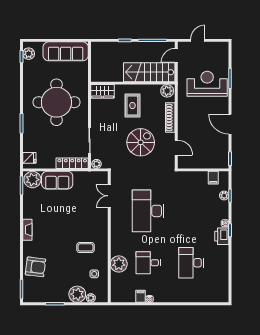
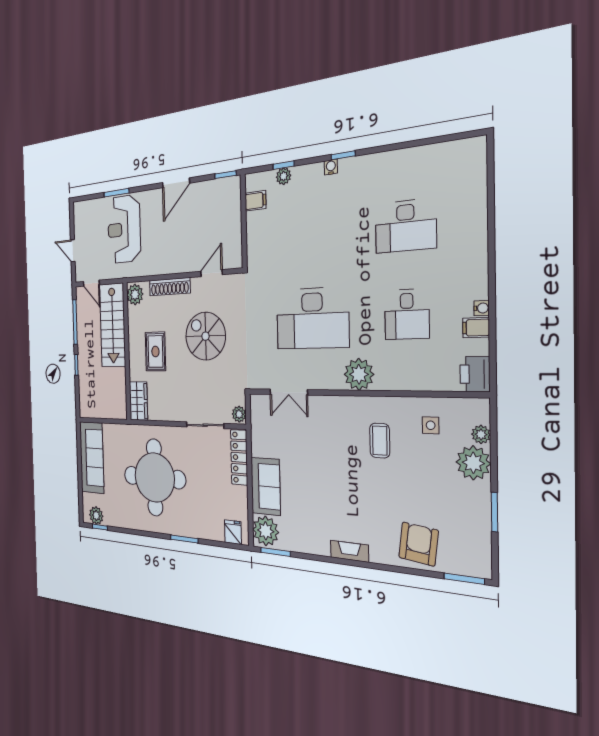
rug: (132, 106) -> (155, 351), turned 90
printer: (222, 236) -> (475, 374), moved, turned 90
plant: (119, 264) -> (359, 374), moved

